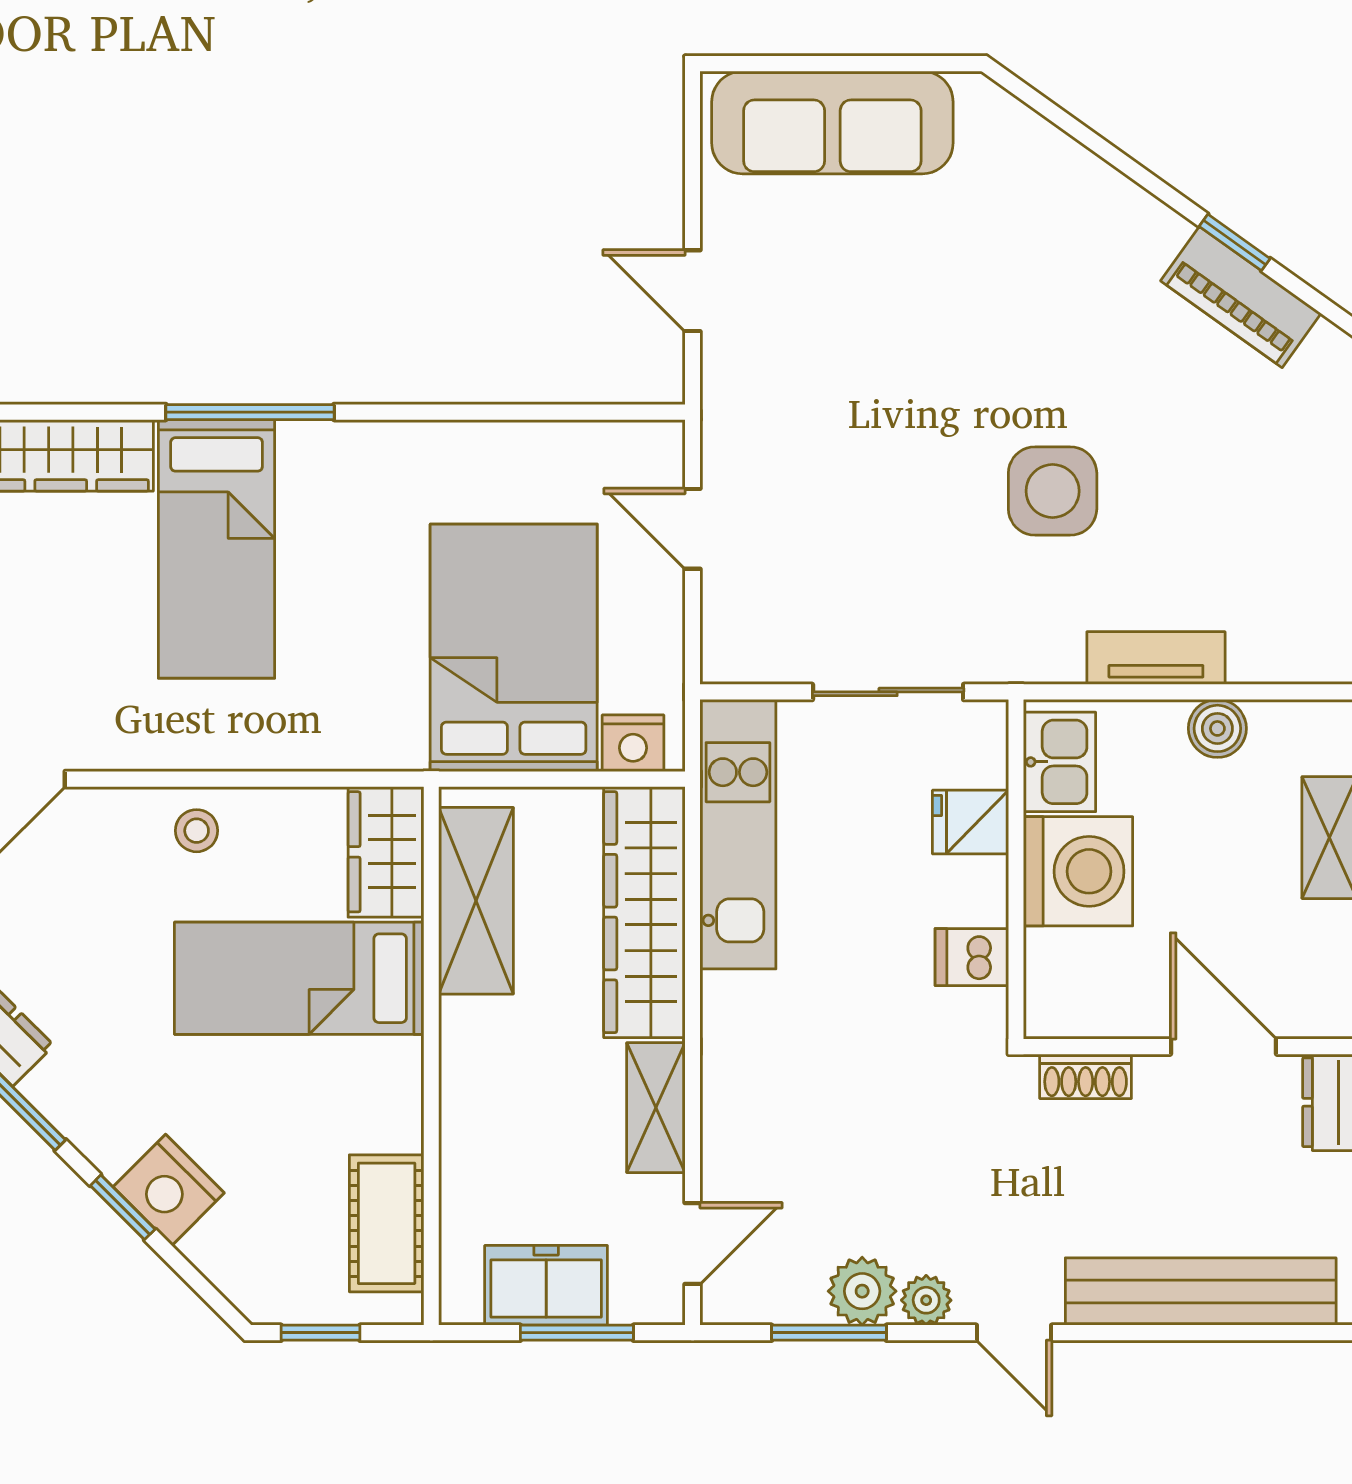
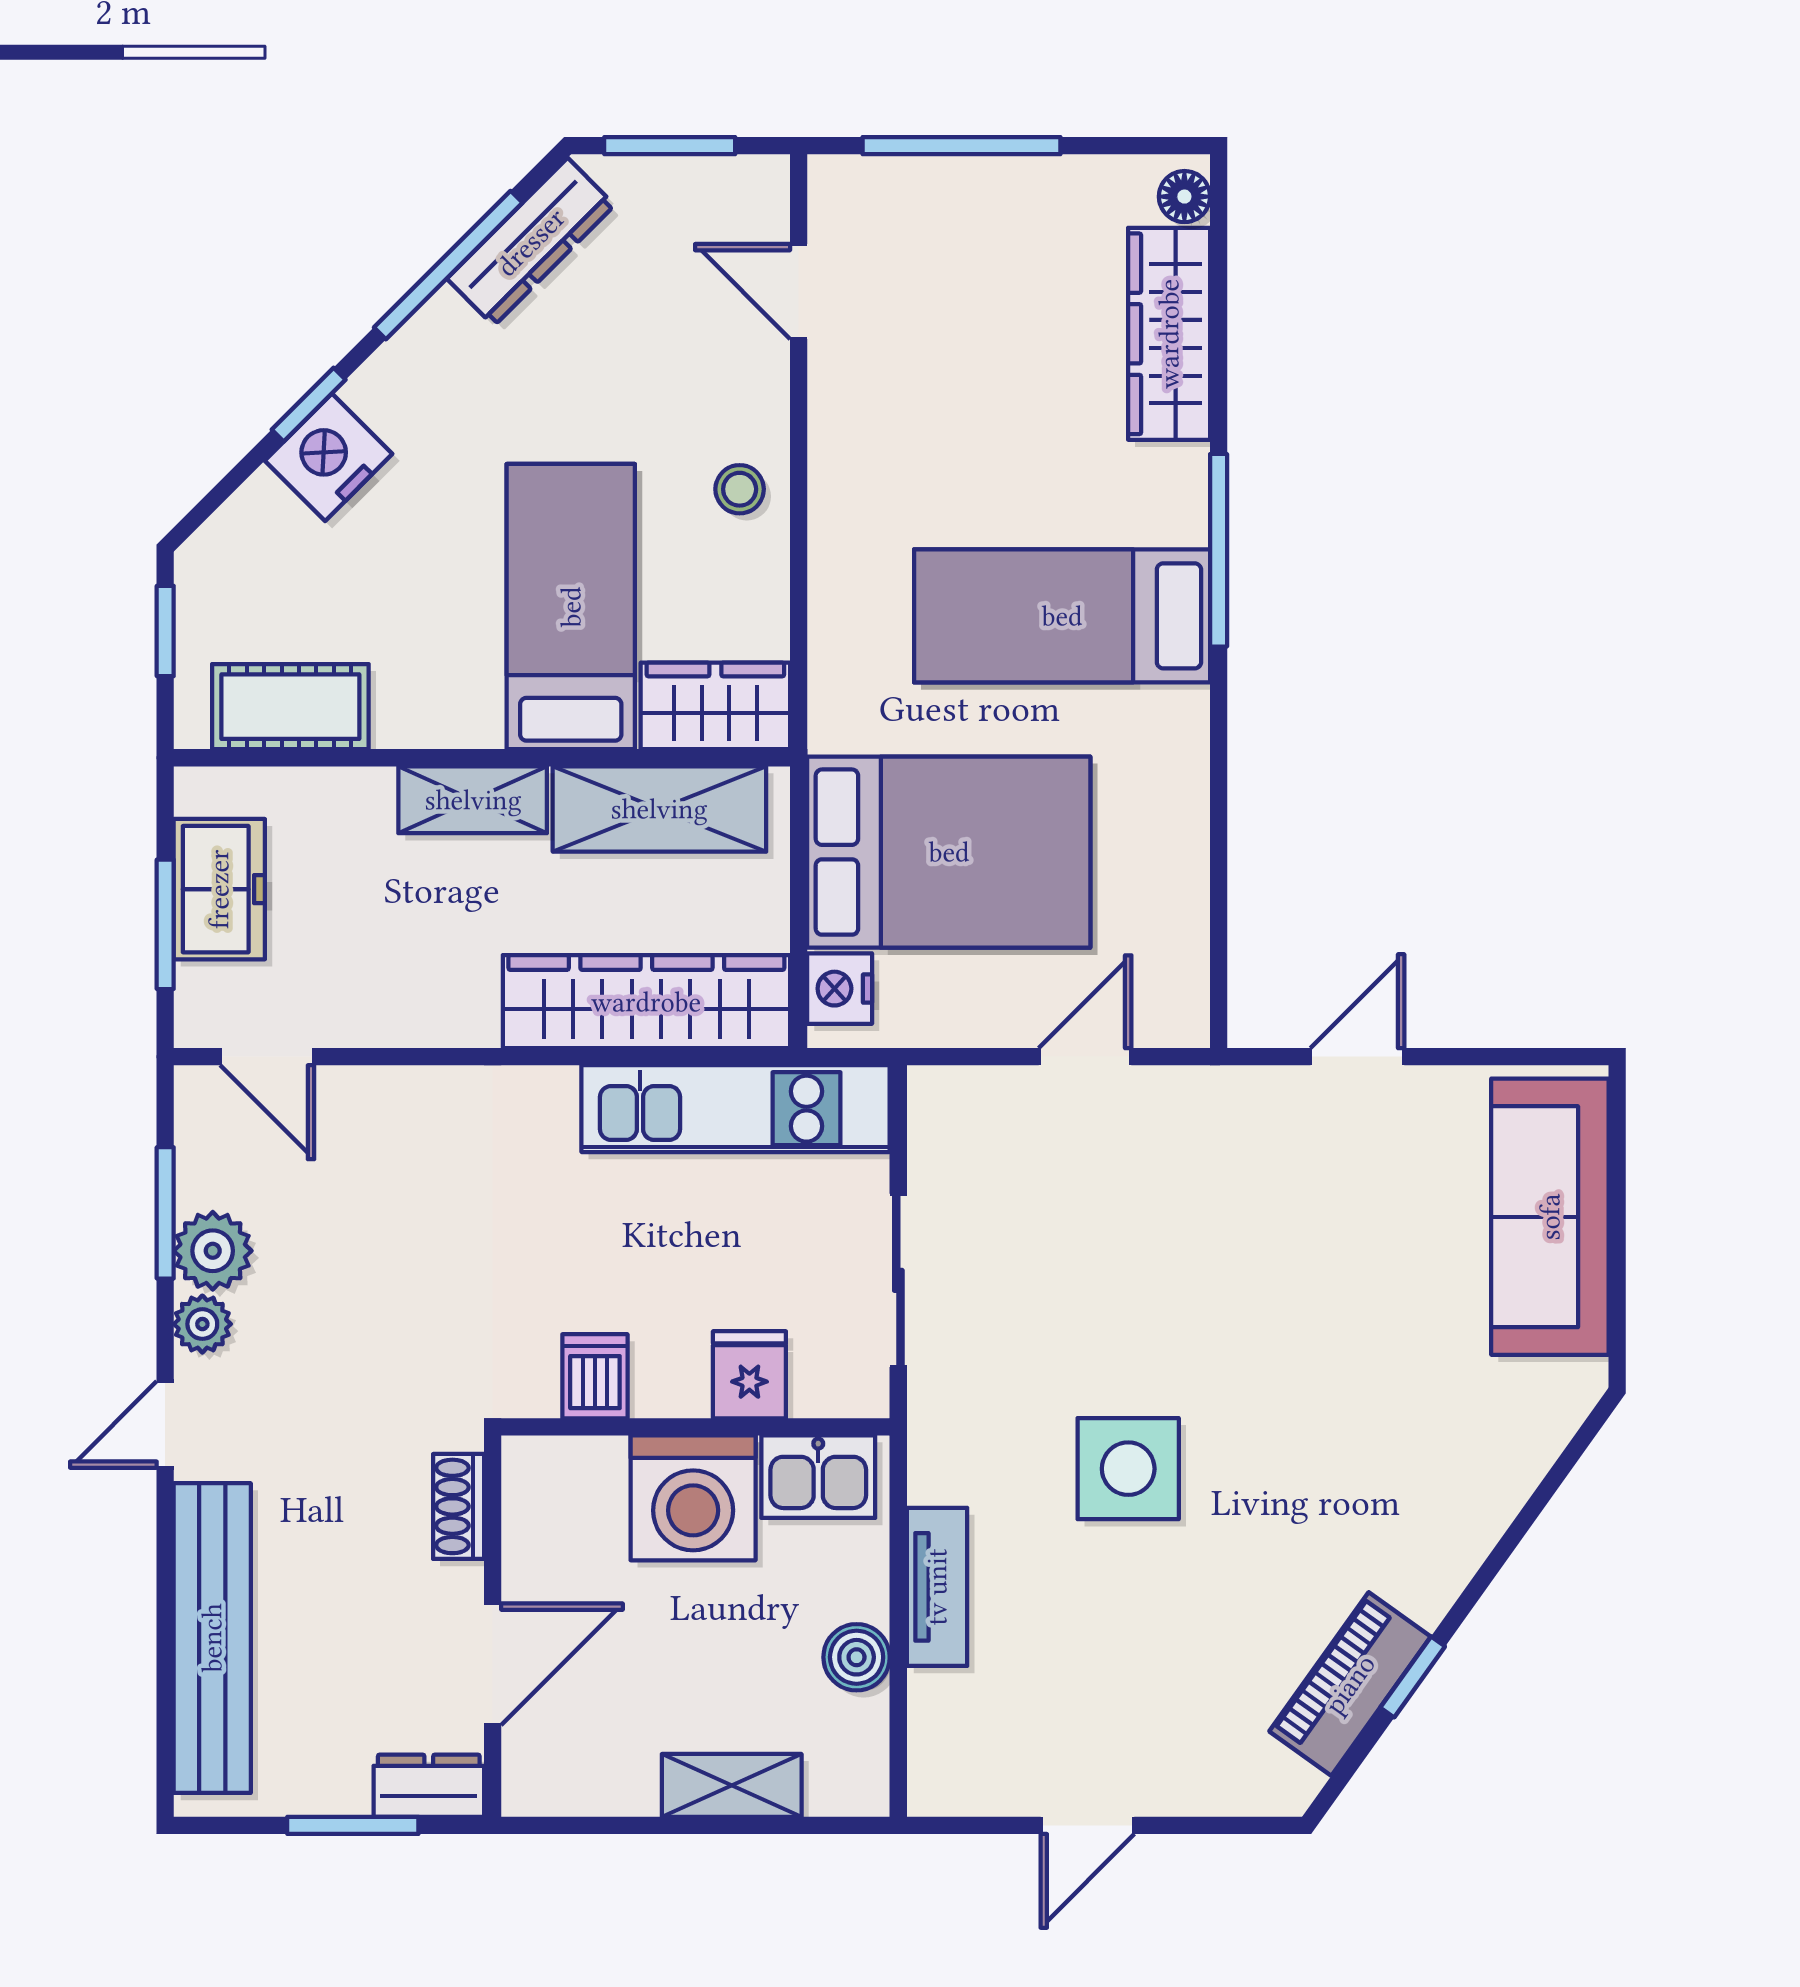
bed: (217, 549) -> (1062, 616), moved
shelving: (656, 1108) -> (473, 800), moved

